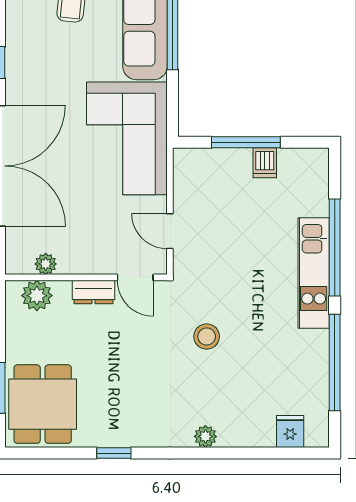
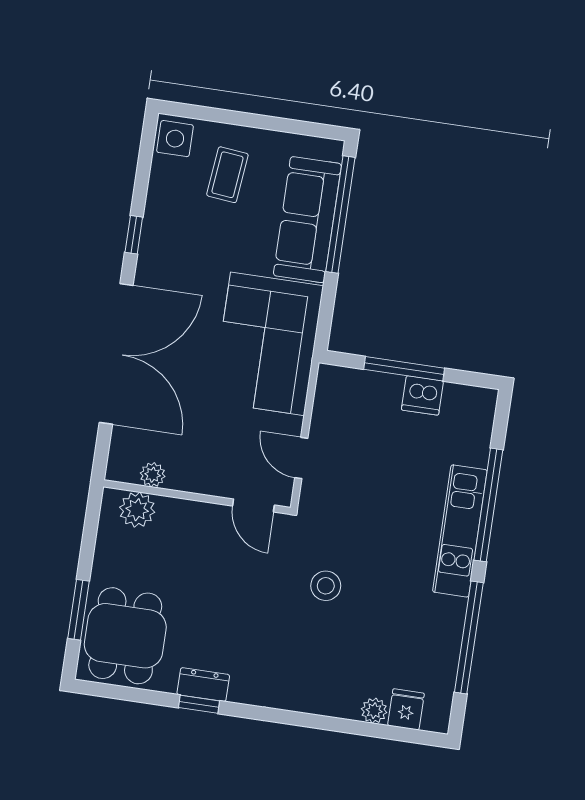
dishwasher: (265, 163) -> (422, 395), width x1.38
dresser: (93, 292) -> (203, 685), moved, turned 180
plant: (205, 436) -> (374, 711), moved

